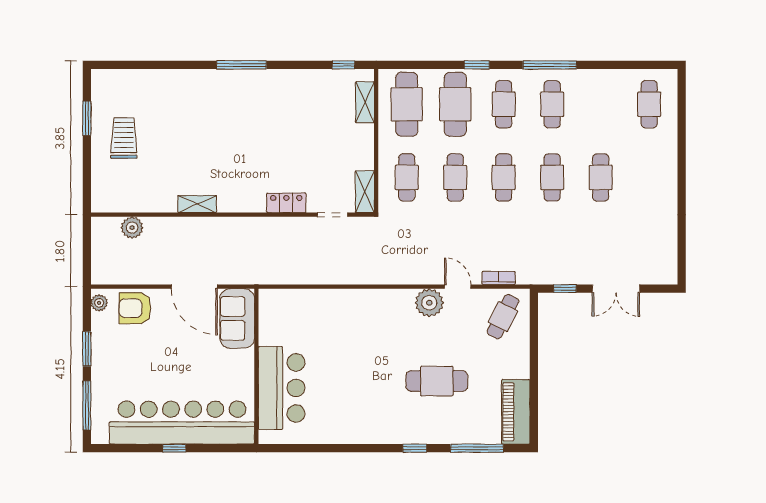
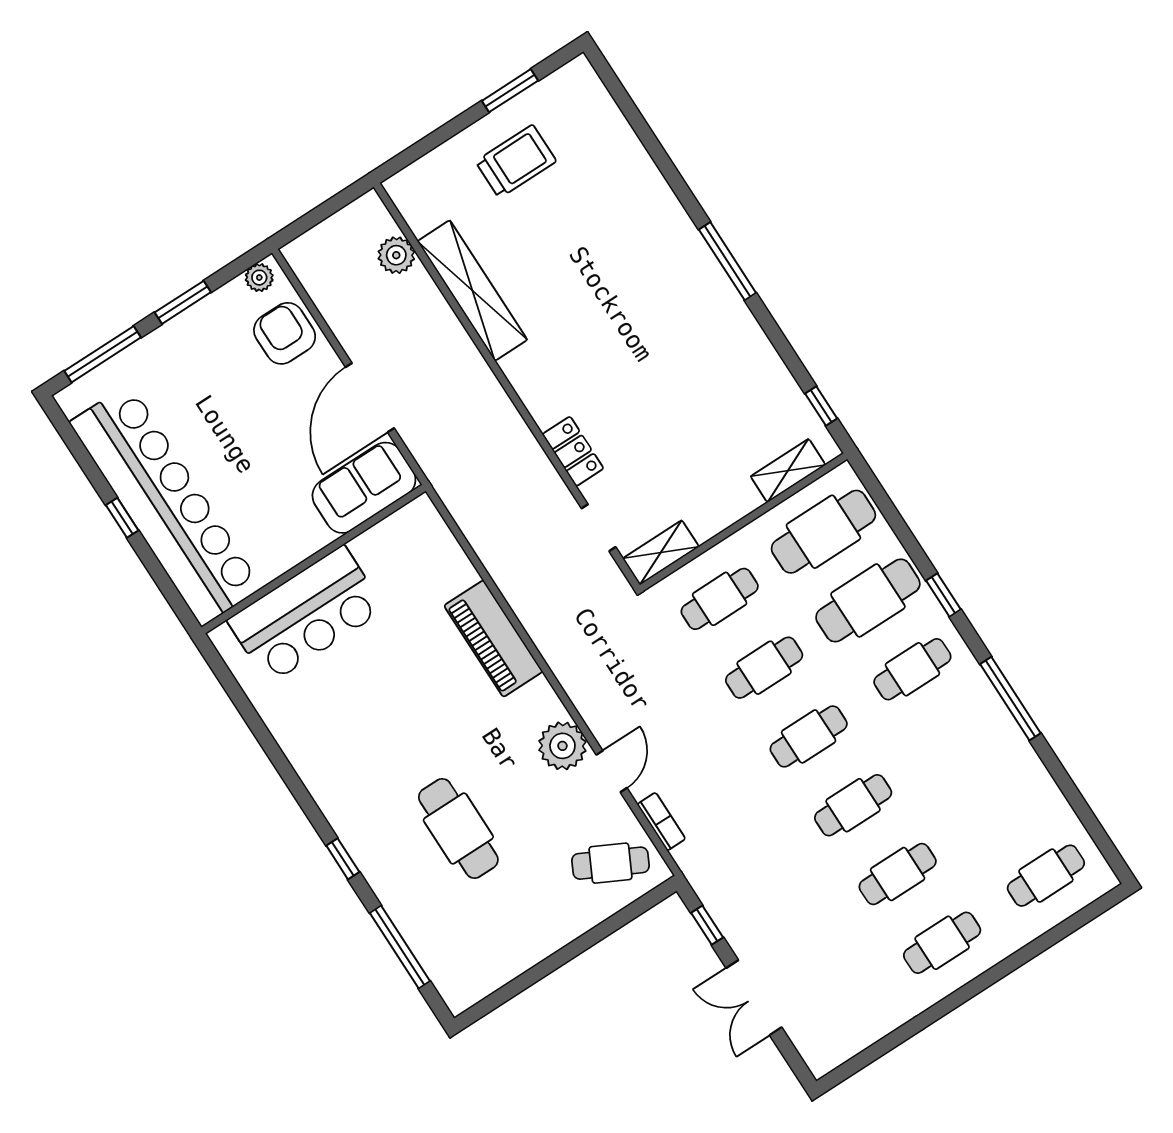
cafe table: (552, 104) -> (942, 943), moved
shelving: (197, 204) -> (472, 291), width x2.20, depth x1.33
piano: (516, 412) -> (493, 639), moved, turned -90

